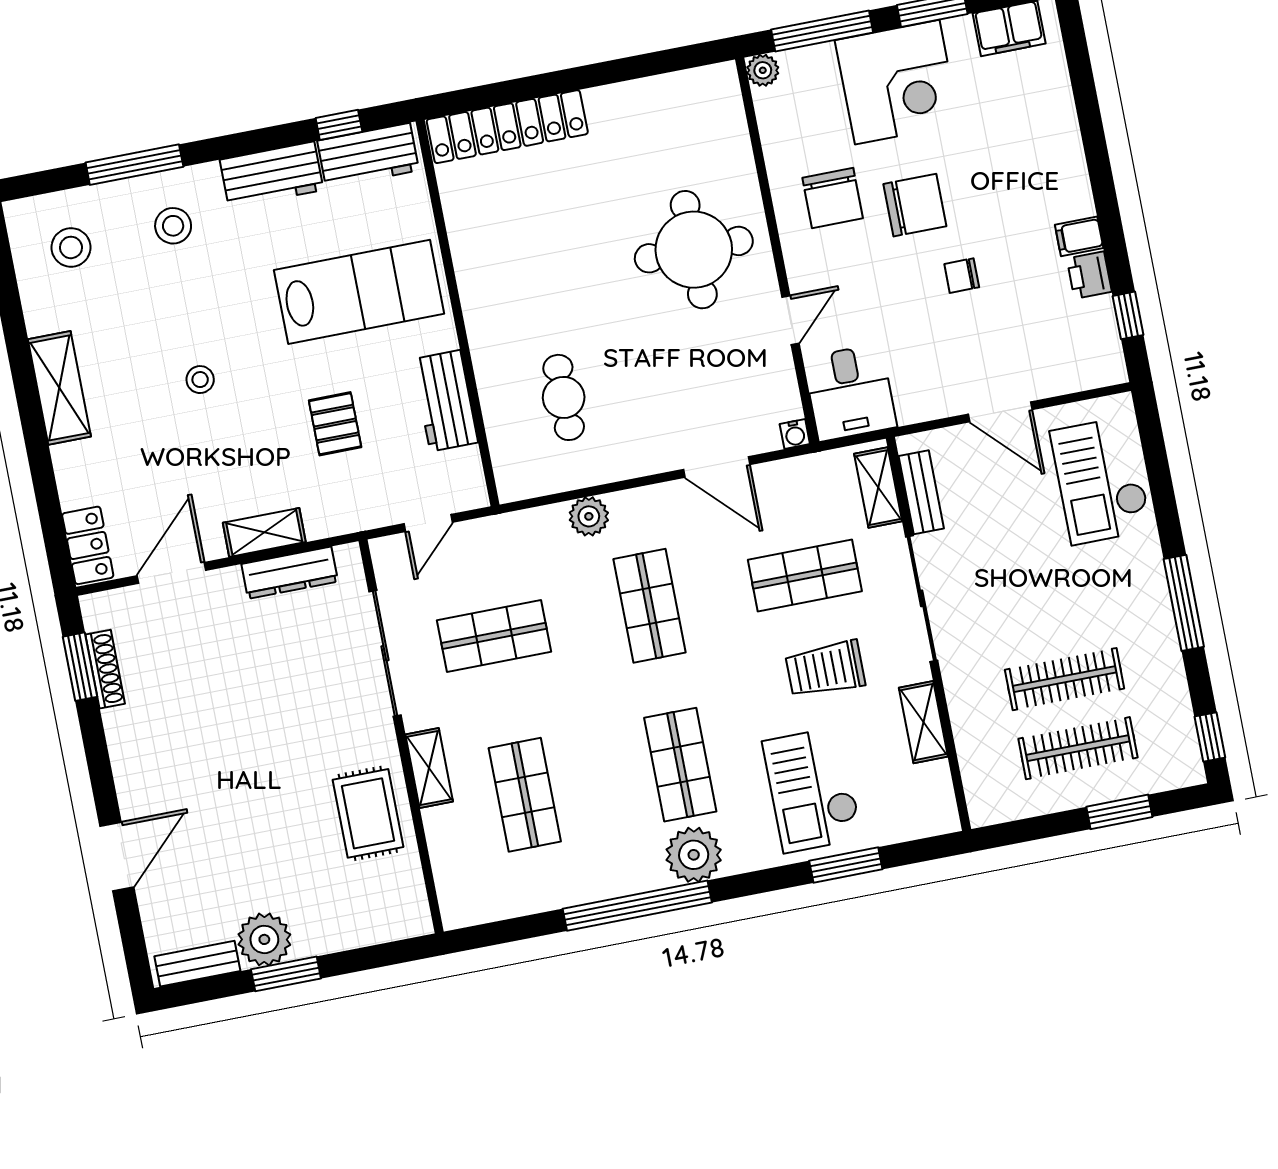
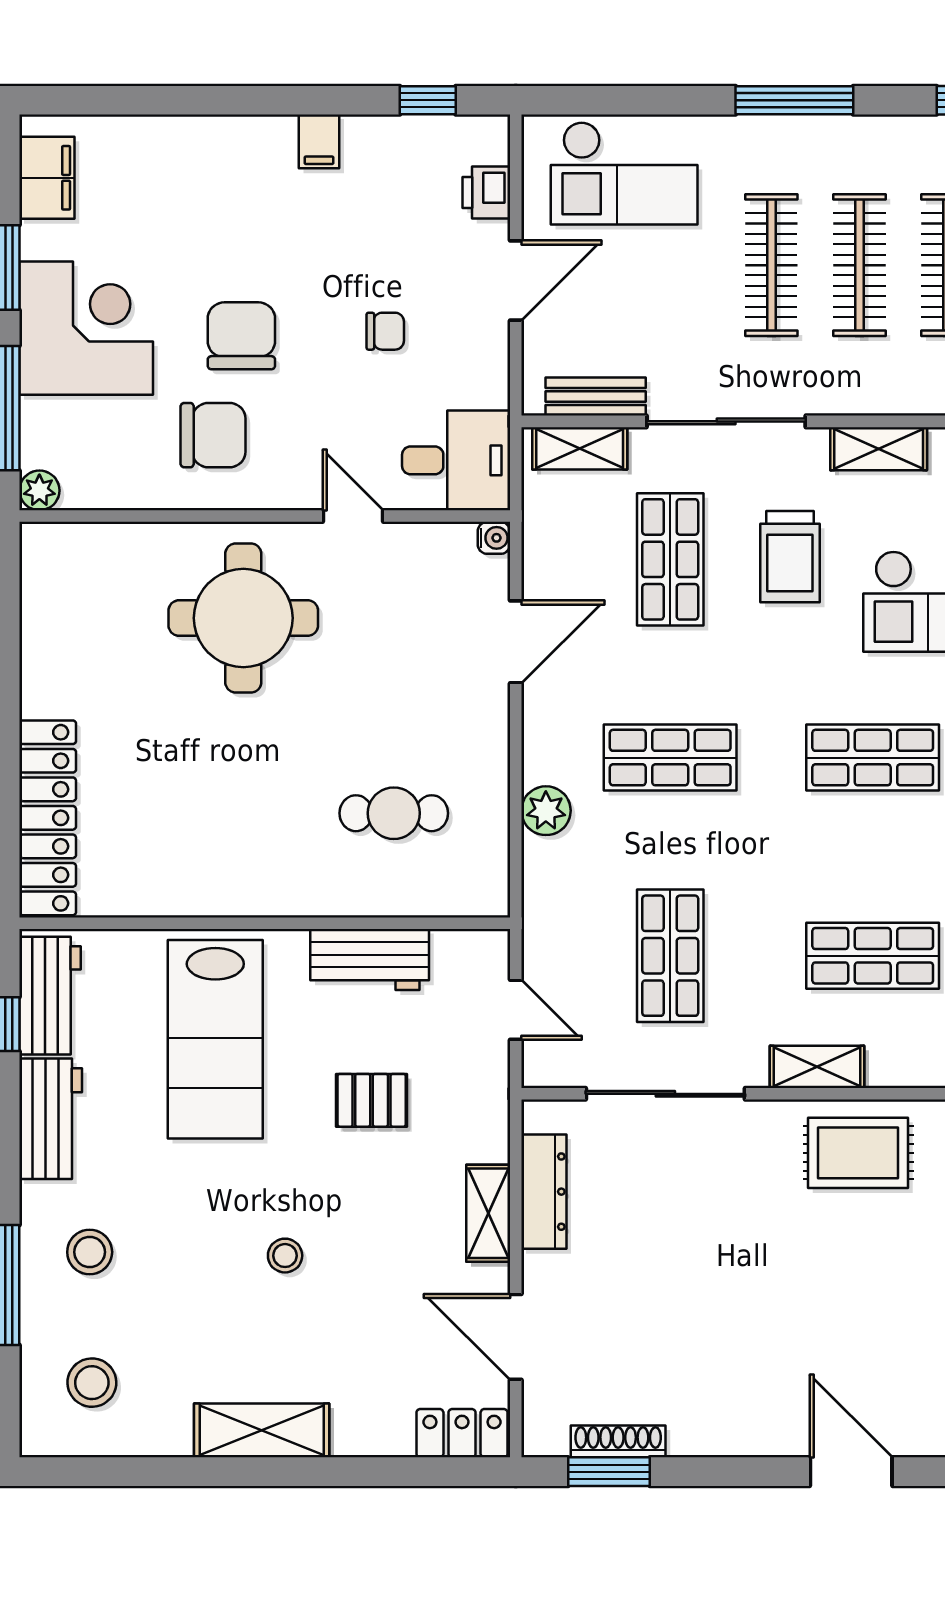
printer: (1089, 275) -> (486, 193), moved, turned 90
chair: (962, 276) -> (385, 331), moved, turned -90
lab bench: (359, 292) -> (215, 1039), turned 180
clothes rail: (1051, 610) -> (771, 265), added

